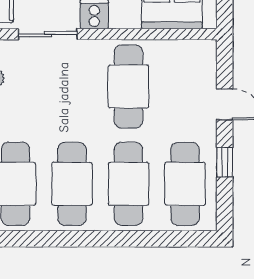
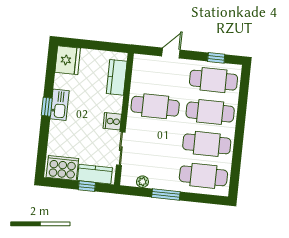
window: (225, 162) -> (216, 58), moved

